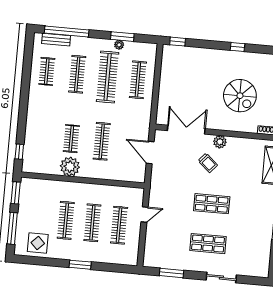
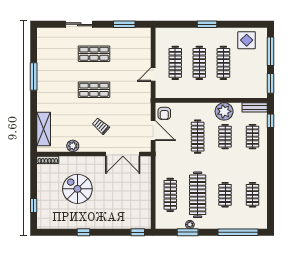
bench: (56, 40) -> (255, 107), moved
clothes rail: (77, 74) -> (225, 195), width x0.73
clothes rail: (41, 136) -> (253, 137), added
plant: (220, 142) -> (73, 146), moved
armchair: (136, 170) -> (164, 113), added

